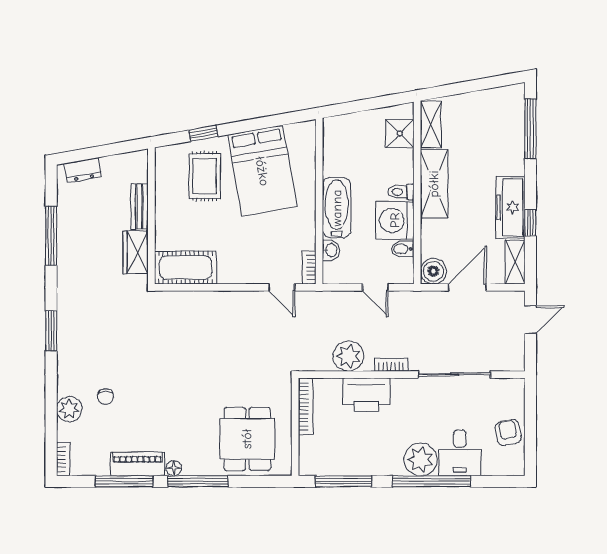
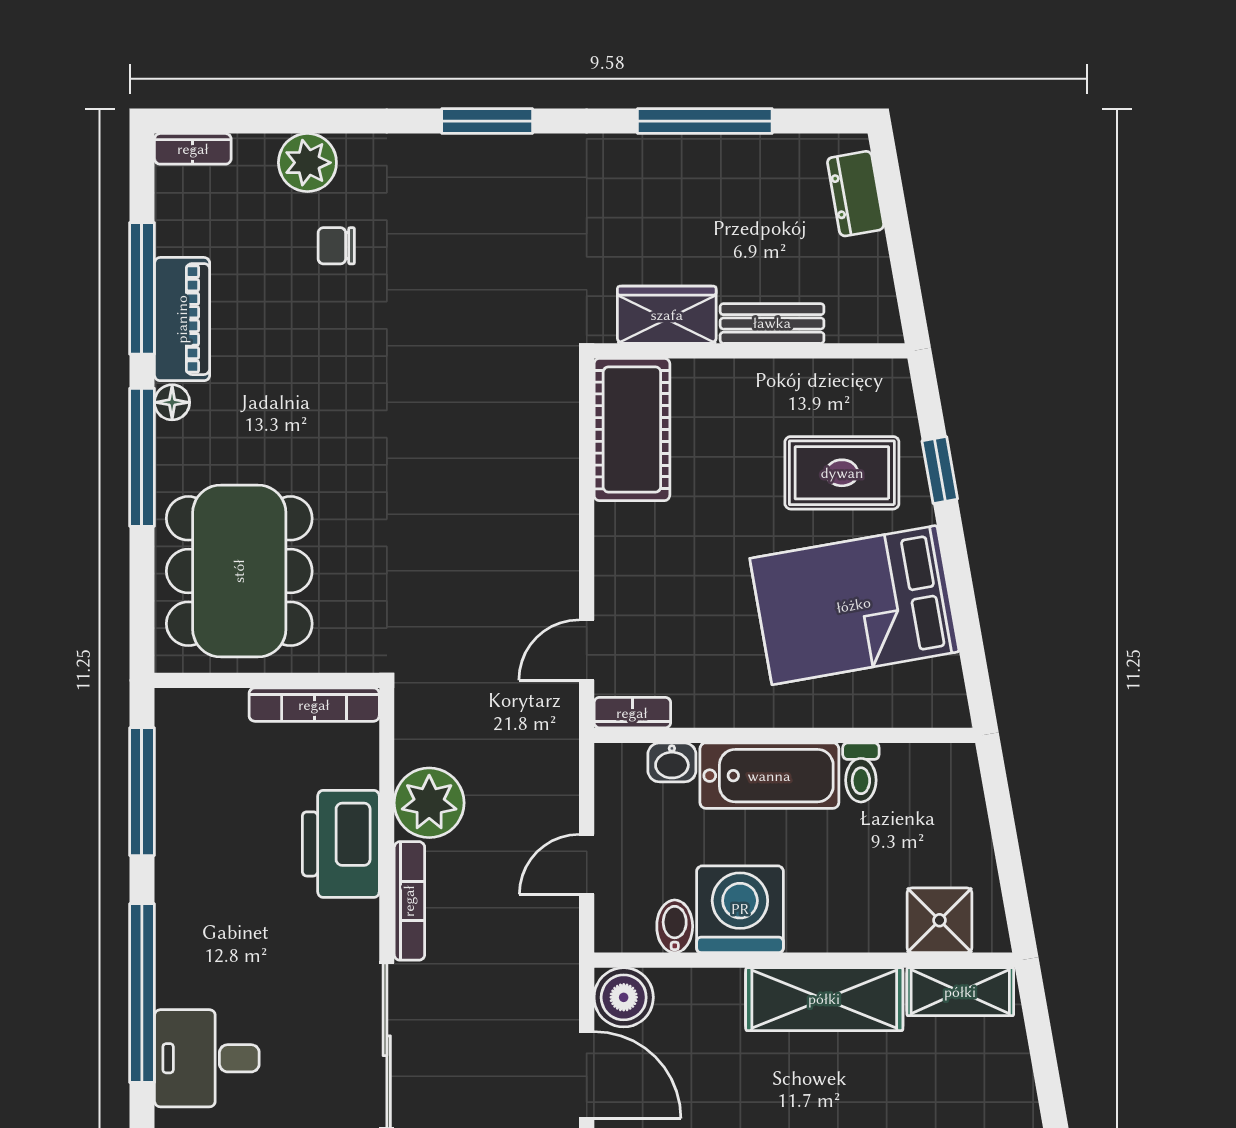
toilet: (401, 192) -> (861, 772), moved, turned 180
bookcase: (391, 365) -> (409, 901), width x1.56
dining table: (247, 439) -> (239, 571), width x1.38
plant: (421, 459) -> (192, 968), removed

